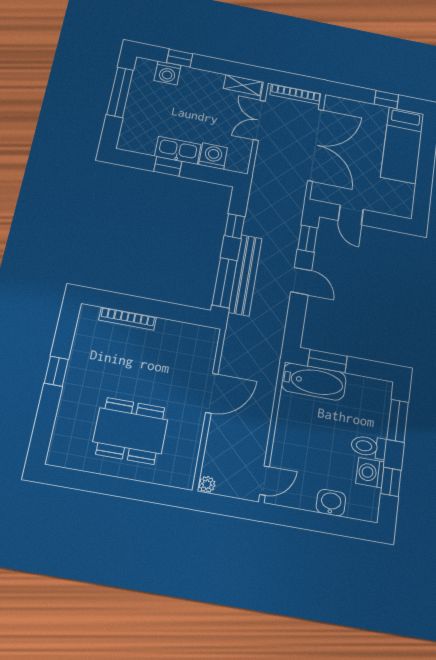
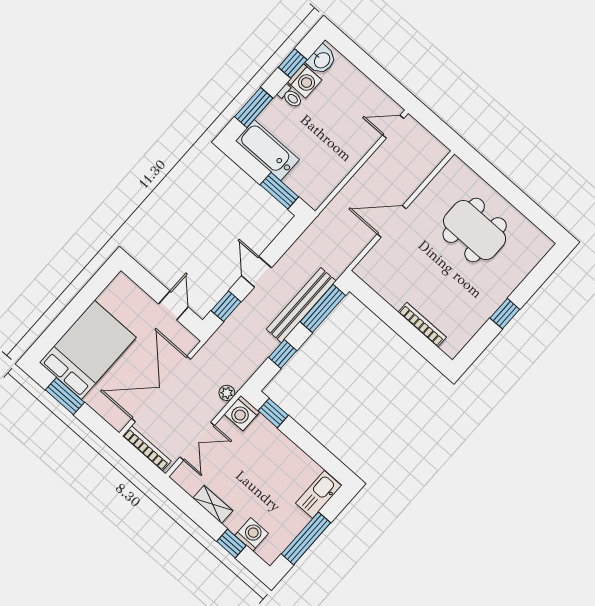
shelving: (243, 85) -> (213, 504), moved
window: (386, 100) -> (65, 396), width x1.50
bed: (402, 145) -> (88, 350), width x1.50
kitchen sink: (178, 150) -> (319, 494), moved, turned 90
washing machine: (213, 156) -> (242, 413), moved
window: (168, 166) -> (273, 413), moved
bathtub: (314, 382) -> (267, 150), moved
toilet: (369, 447) -> (290, 97), width x0.73, depth x0.72
plant: (207, 484) -> (227, 393), moved
washbasin: (331, 503) -> (322, 60), moved, turned -90

